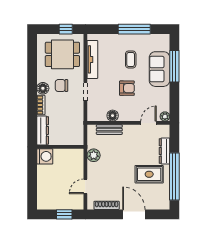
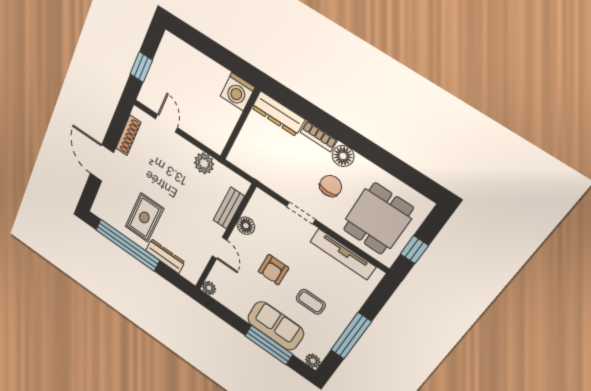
plant: (165, 39) -> (313, 361), added
door: (148, 123) -> (219, 248), moved
door: (134, 214) -> (102, 163), swing flipped

